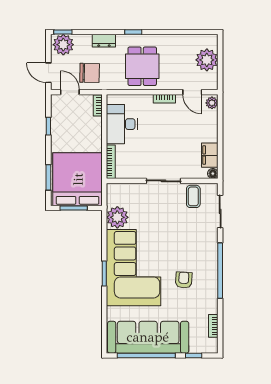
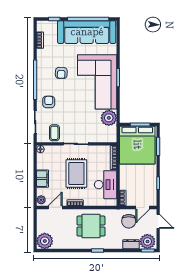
dresser: (104, 41) -> (131, 244), moved
plant: (207, 60) -> (45, 241), moved
dining table: (142, 66) -> (91, 226), turned 90
chair: (90, 73) -> (129, 221), turned -91
door: (70, 92) -> (143, 207), hinge flipped
door: (192, 92) -> (55, 207), hinge flipped
rug: (163, 140) -> (76, 173), added
filing cabinet: (210, 155) -> (43, 179), moved
armchair: (201, 240) -> (49, 102), added

